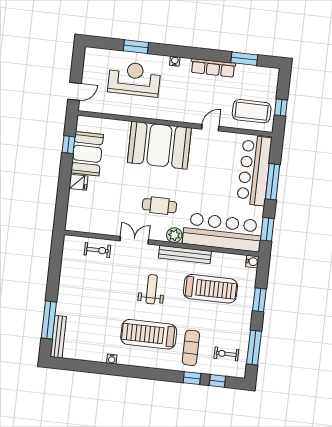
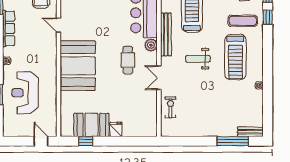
bench: (58, 337) -> (250, 132), width x0.73

